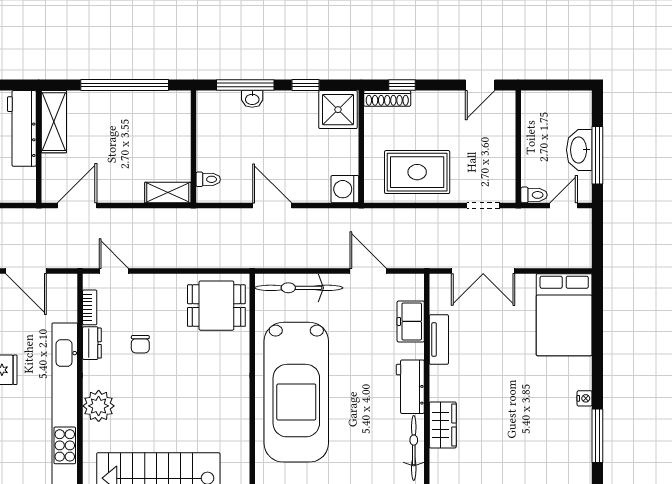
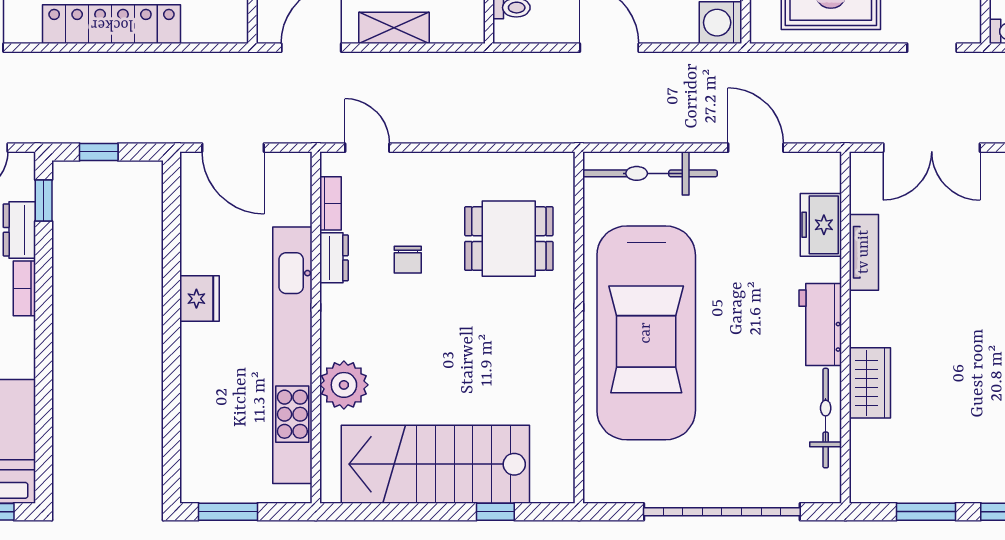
shelving: (168, 193) -> (394, 28), moved
dining table: (216, 306) -> (509, 239), moved
plant: (99, 406) -> (344, 385), moved

